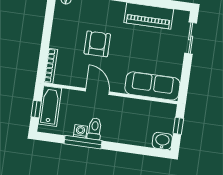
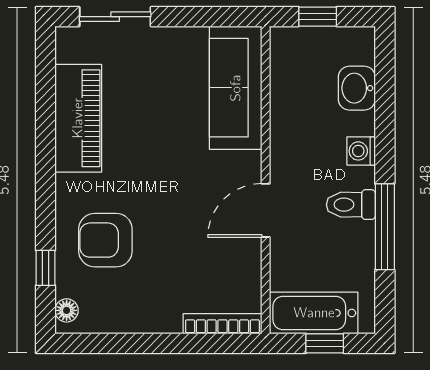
armchair: (97, 44) -> (105, 240), moved
washing machine: (80, 131) -> (361, 151), moved
washbasin: (162, 141) -> (357, 88), moved

